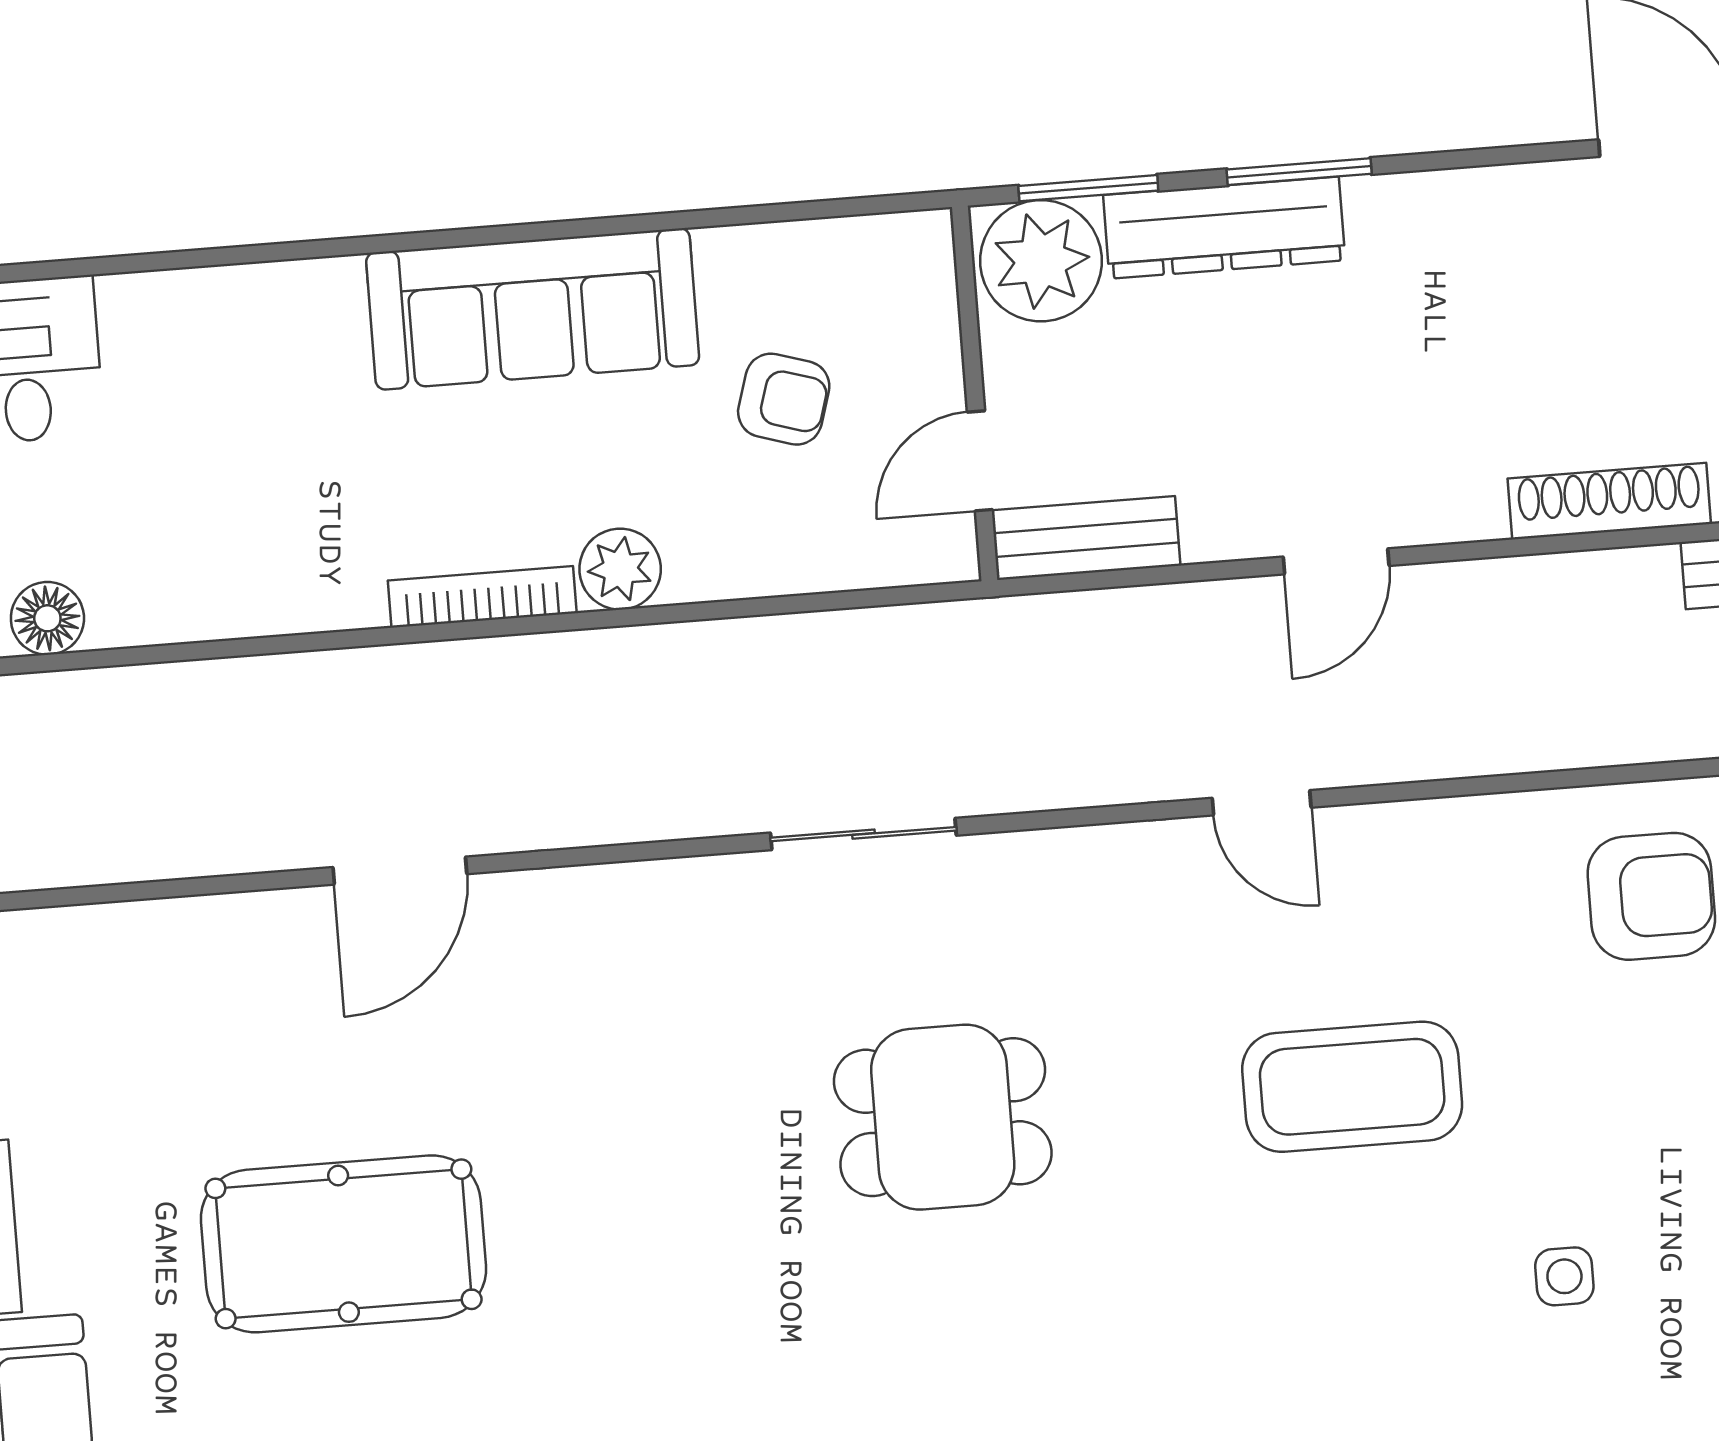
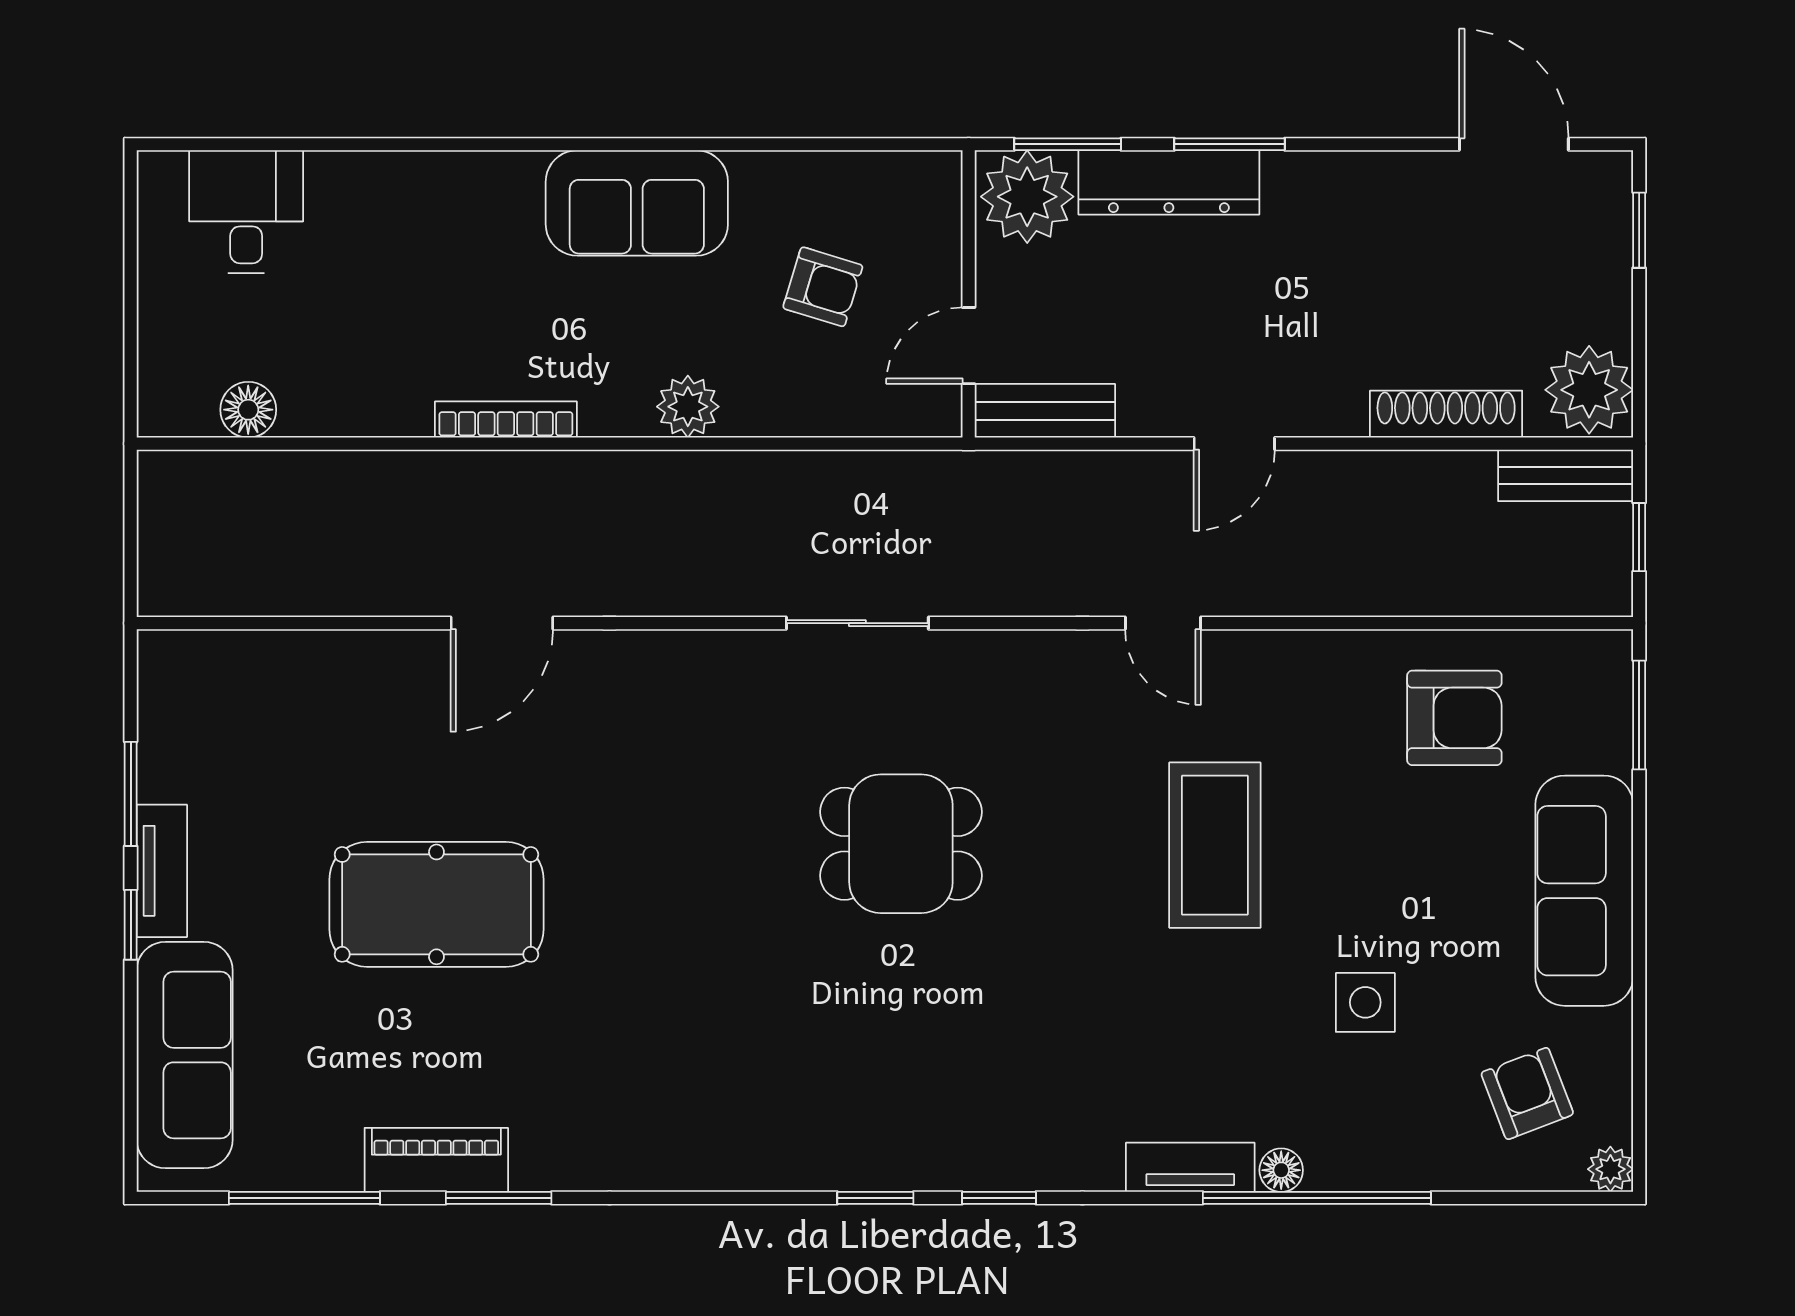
sofa: (533, 309) -> (637, 203), width x0.73
bookcase: (482, 597) -> (506, 419), moved
coffee table: (1352, 1087) -> (1215, 845), turned 90
side table: (1564, 1276) -> (1365, 1002), width x1.37, depth x1.37

